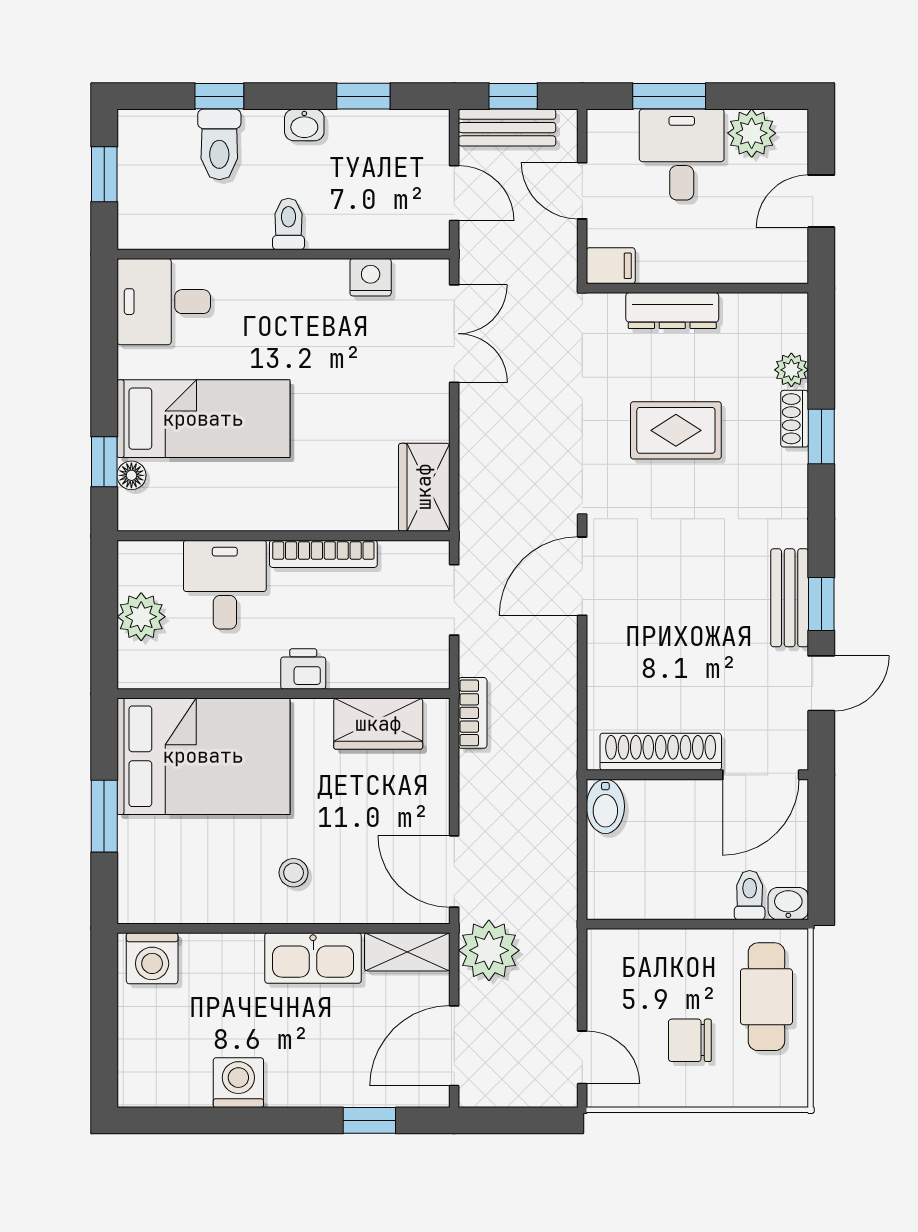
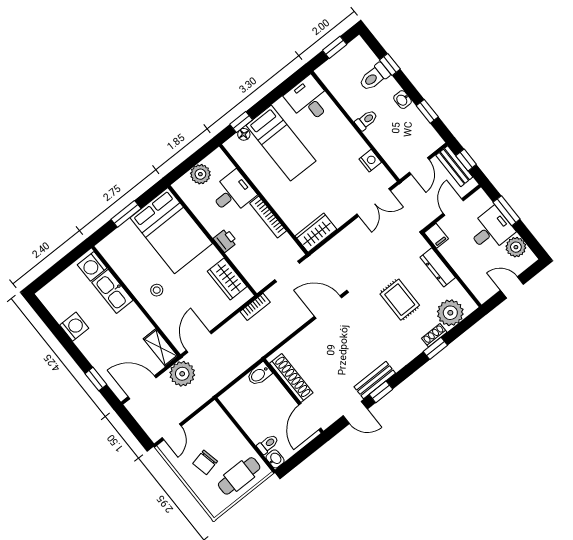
plant: (791, 370) -> (450, 313), width x1.88, depth x1.88
door: (761, 775) -> (310, 417), hinge flipped
kitchen sink: (313, 958) -> (112, 291), moved
chair: (690, 1040) -> (205, 462), turned -102

